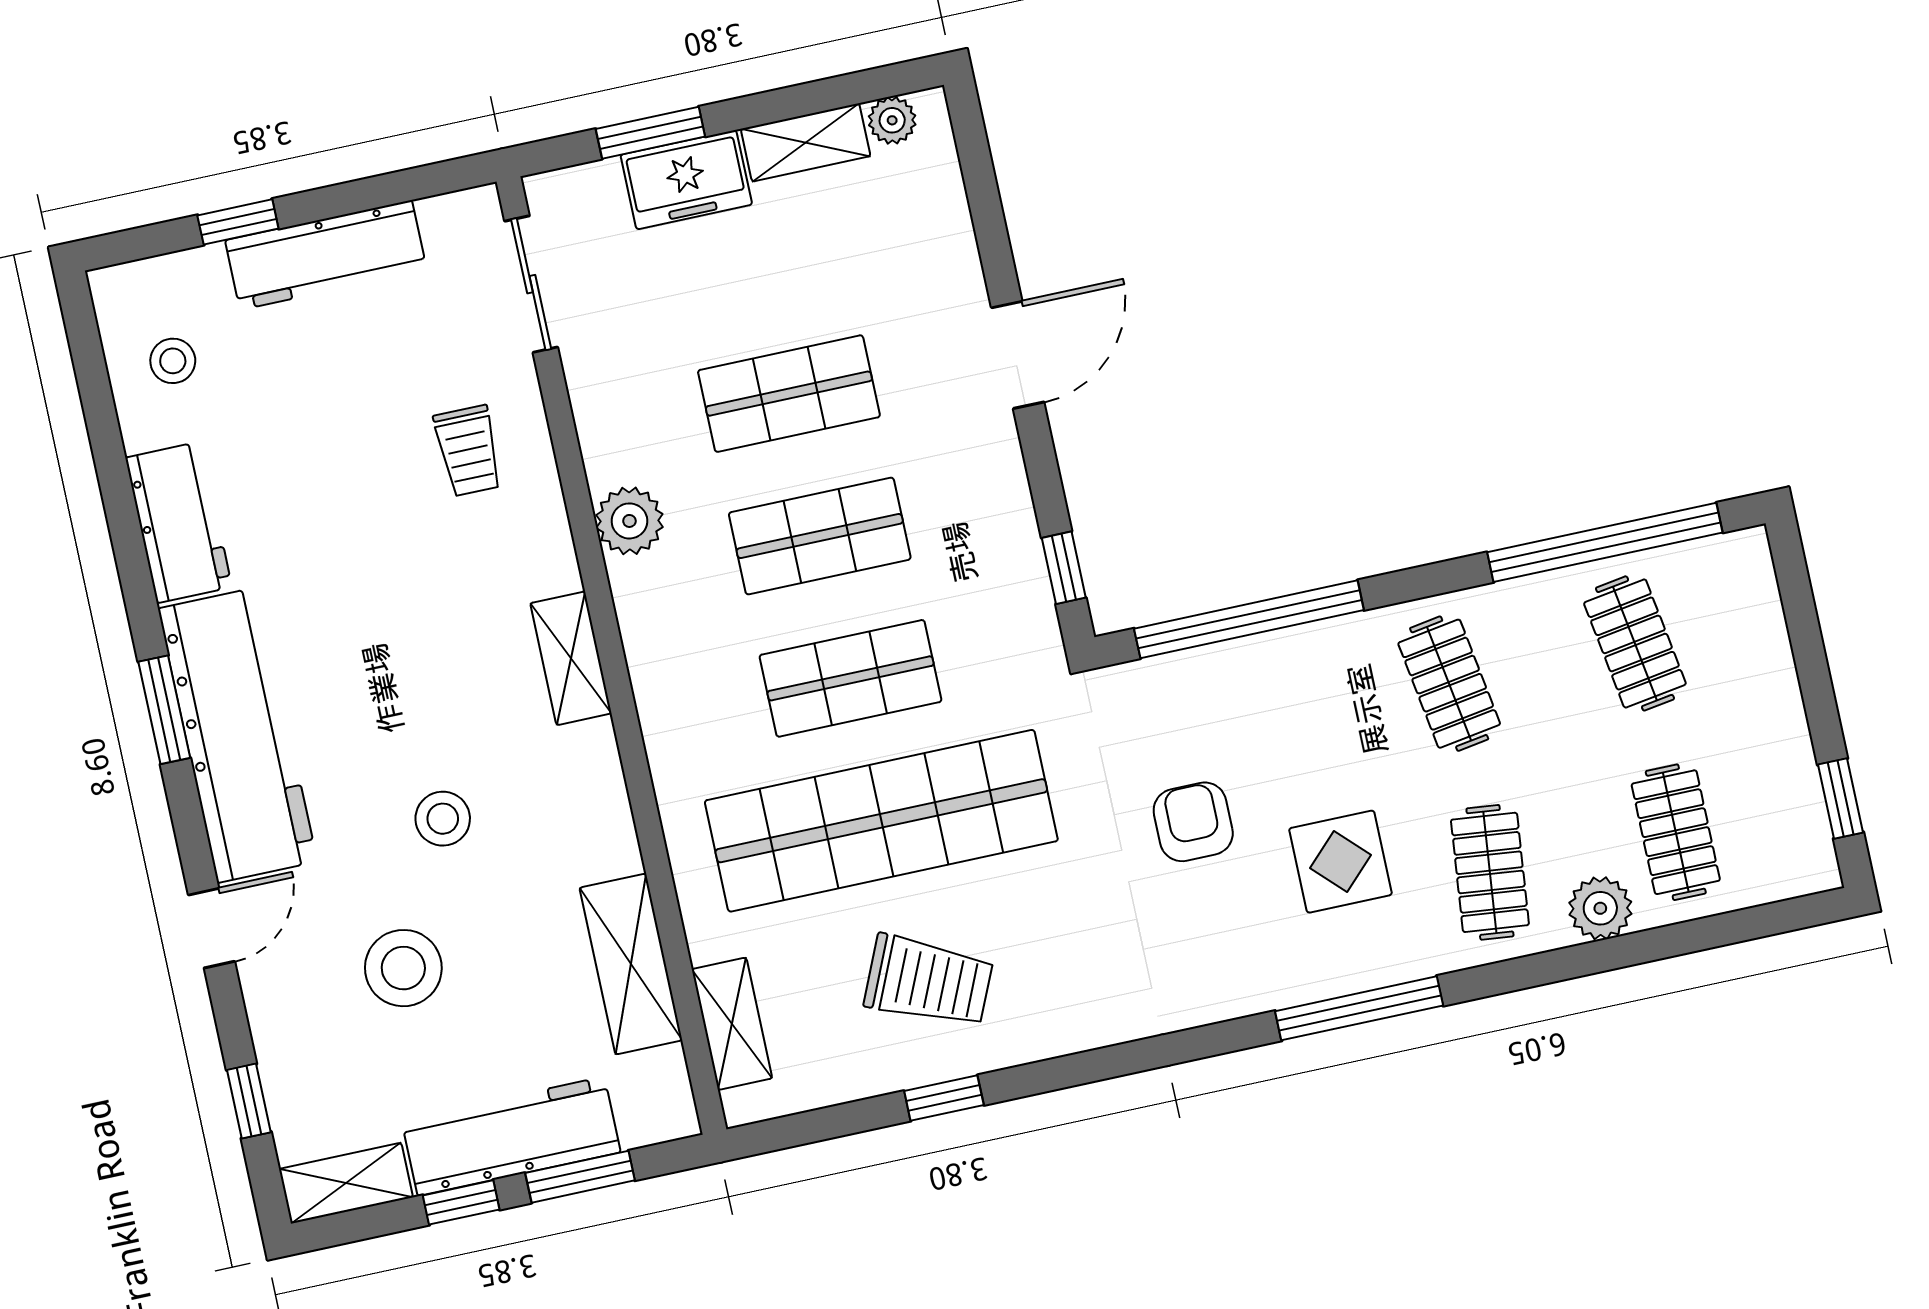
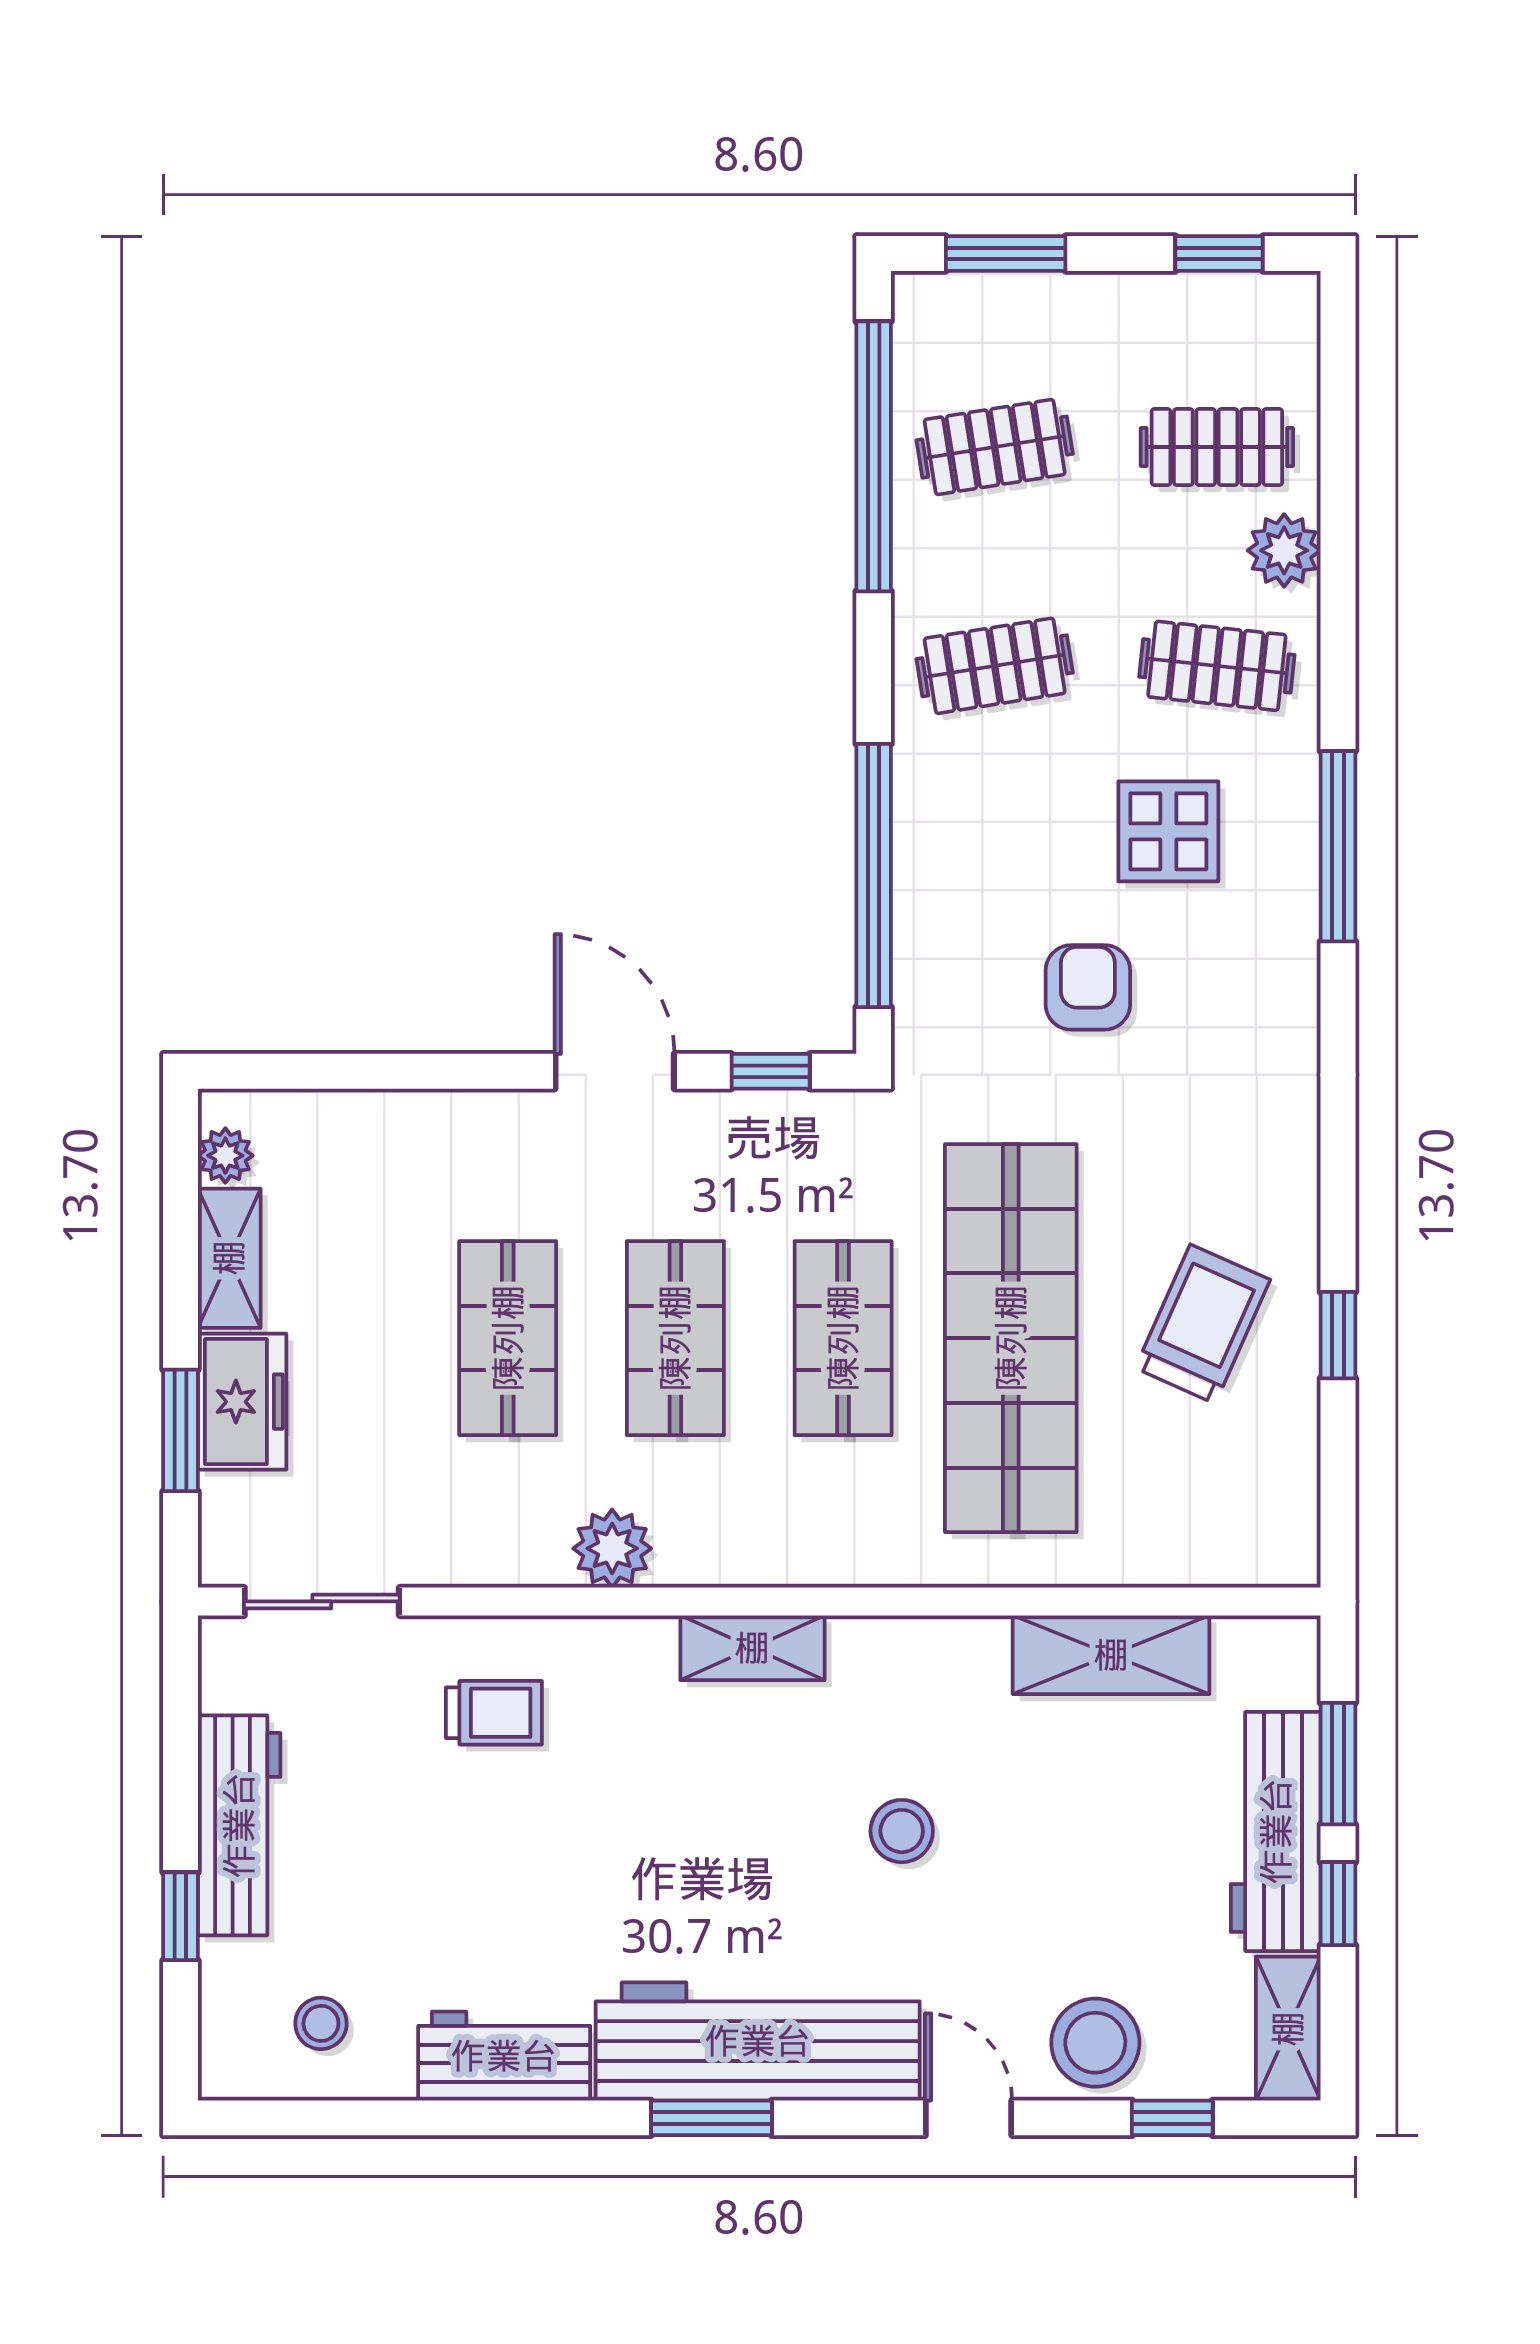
door: (1018, 355) -> (615, 1071), moved
window: (1801, 617) -> (1006, 253), added
armchair: (1193, 822) -> (1088, 987), turned 90
stool: (403, 968) -> (1095, 2043), moved
shelving: (732, 1024) -> (1203, 1556), removed

